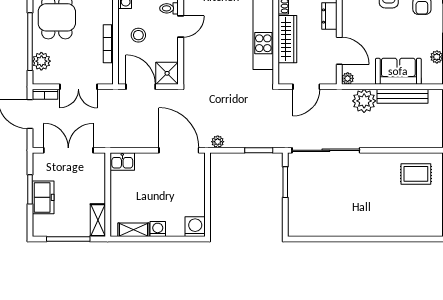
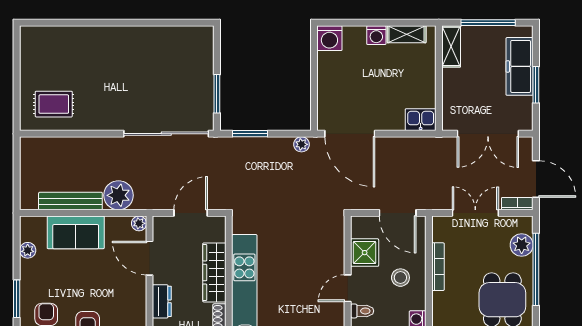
shower: (167, 73) -> (365, 253), moved
freezer: (43, 197) -> (520, 66), width x1.40

